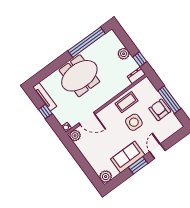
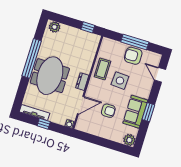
window: (87, 42) -> (32, 58), moved
plant: (124, 54) -> (55, 27), moved
dresser: (136, 75) -> (82, 82), moved
plant: (75, 136) -> (81, 125), removed
armchair: (106, 140) -> (108, 111), added
door: (157, 151) -> (160, 75), moved

